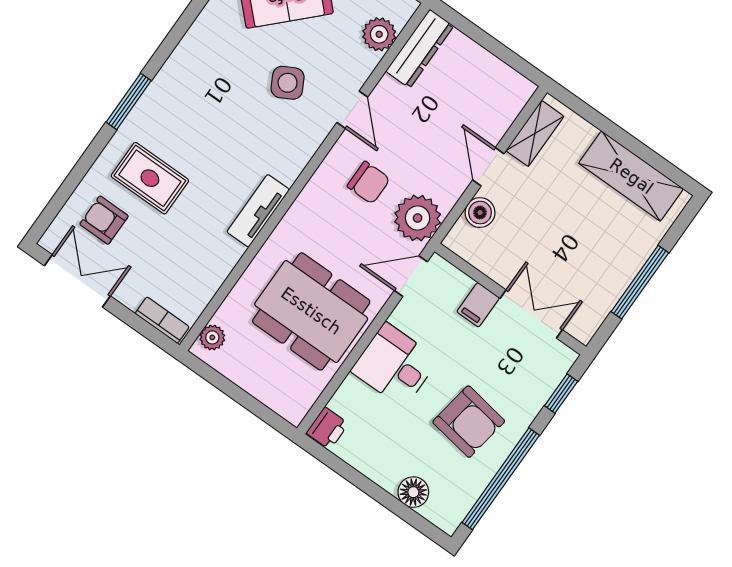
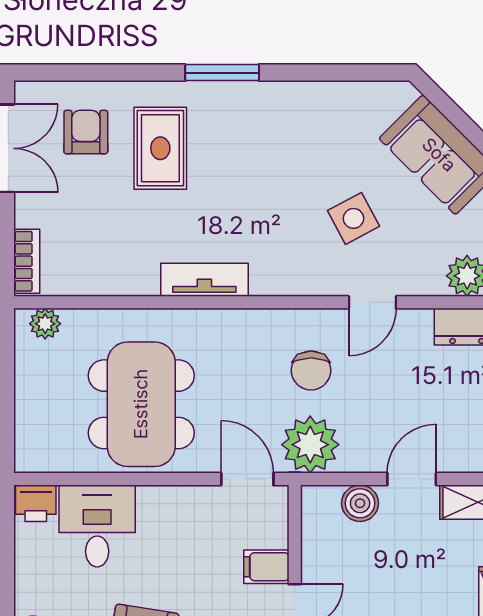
desk: (395, 365) -> (97, 526), moved

